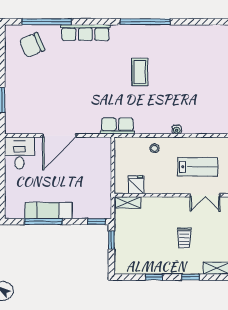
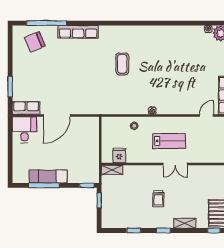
window: (145, 22) -> (127, 23), removed
row of seats: (117, 126) -> (26, 108), moved

